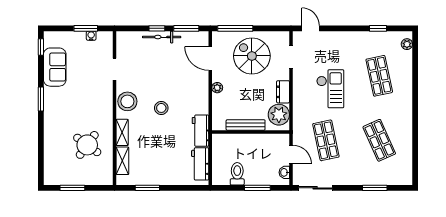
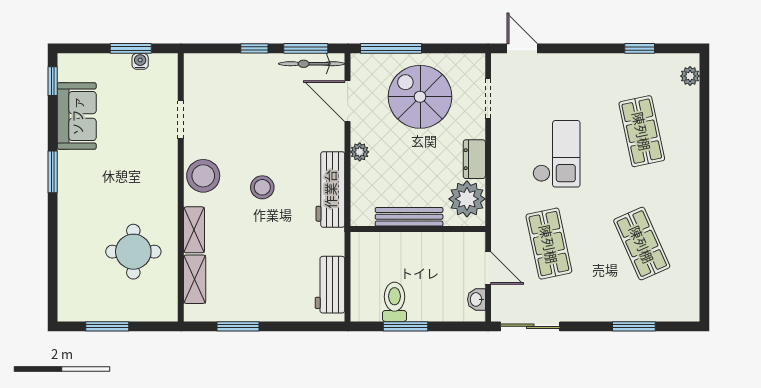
bicycle: (162, 37) -> (312, 64), moved
workbench: (200, 131) -> (330, 189), moved, width x1.38
round table: (87, 145) -> (133, 252), turned -36
window: (257, 188) -> (406, 326), moved

